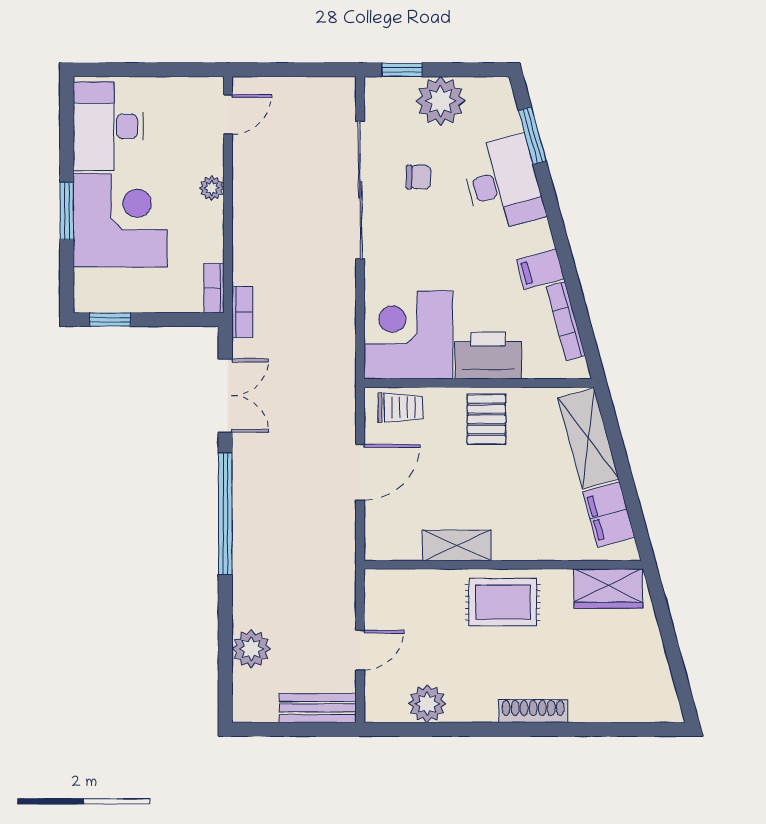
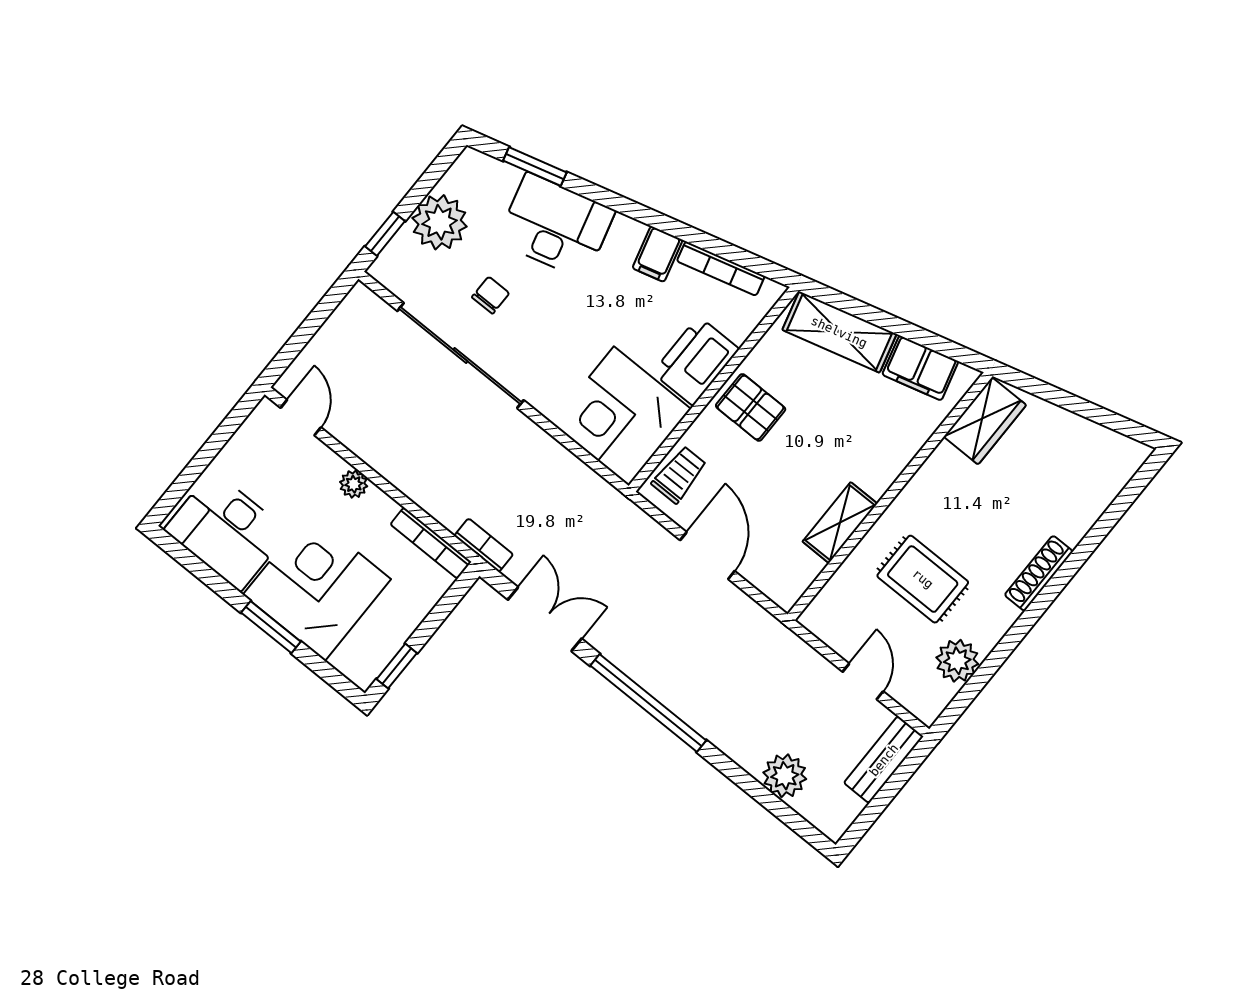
bookcase: (214, 288) -> (431, 543), width x1.56
rug: (503, 602) -> (923, 579), moved, turned 90

